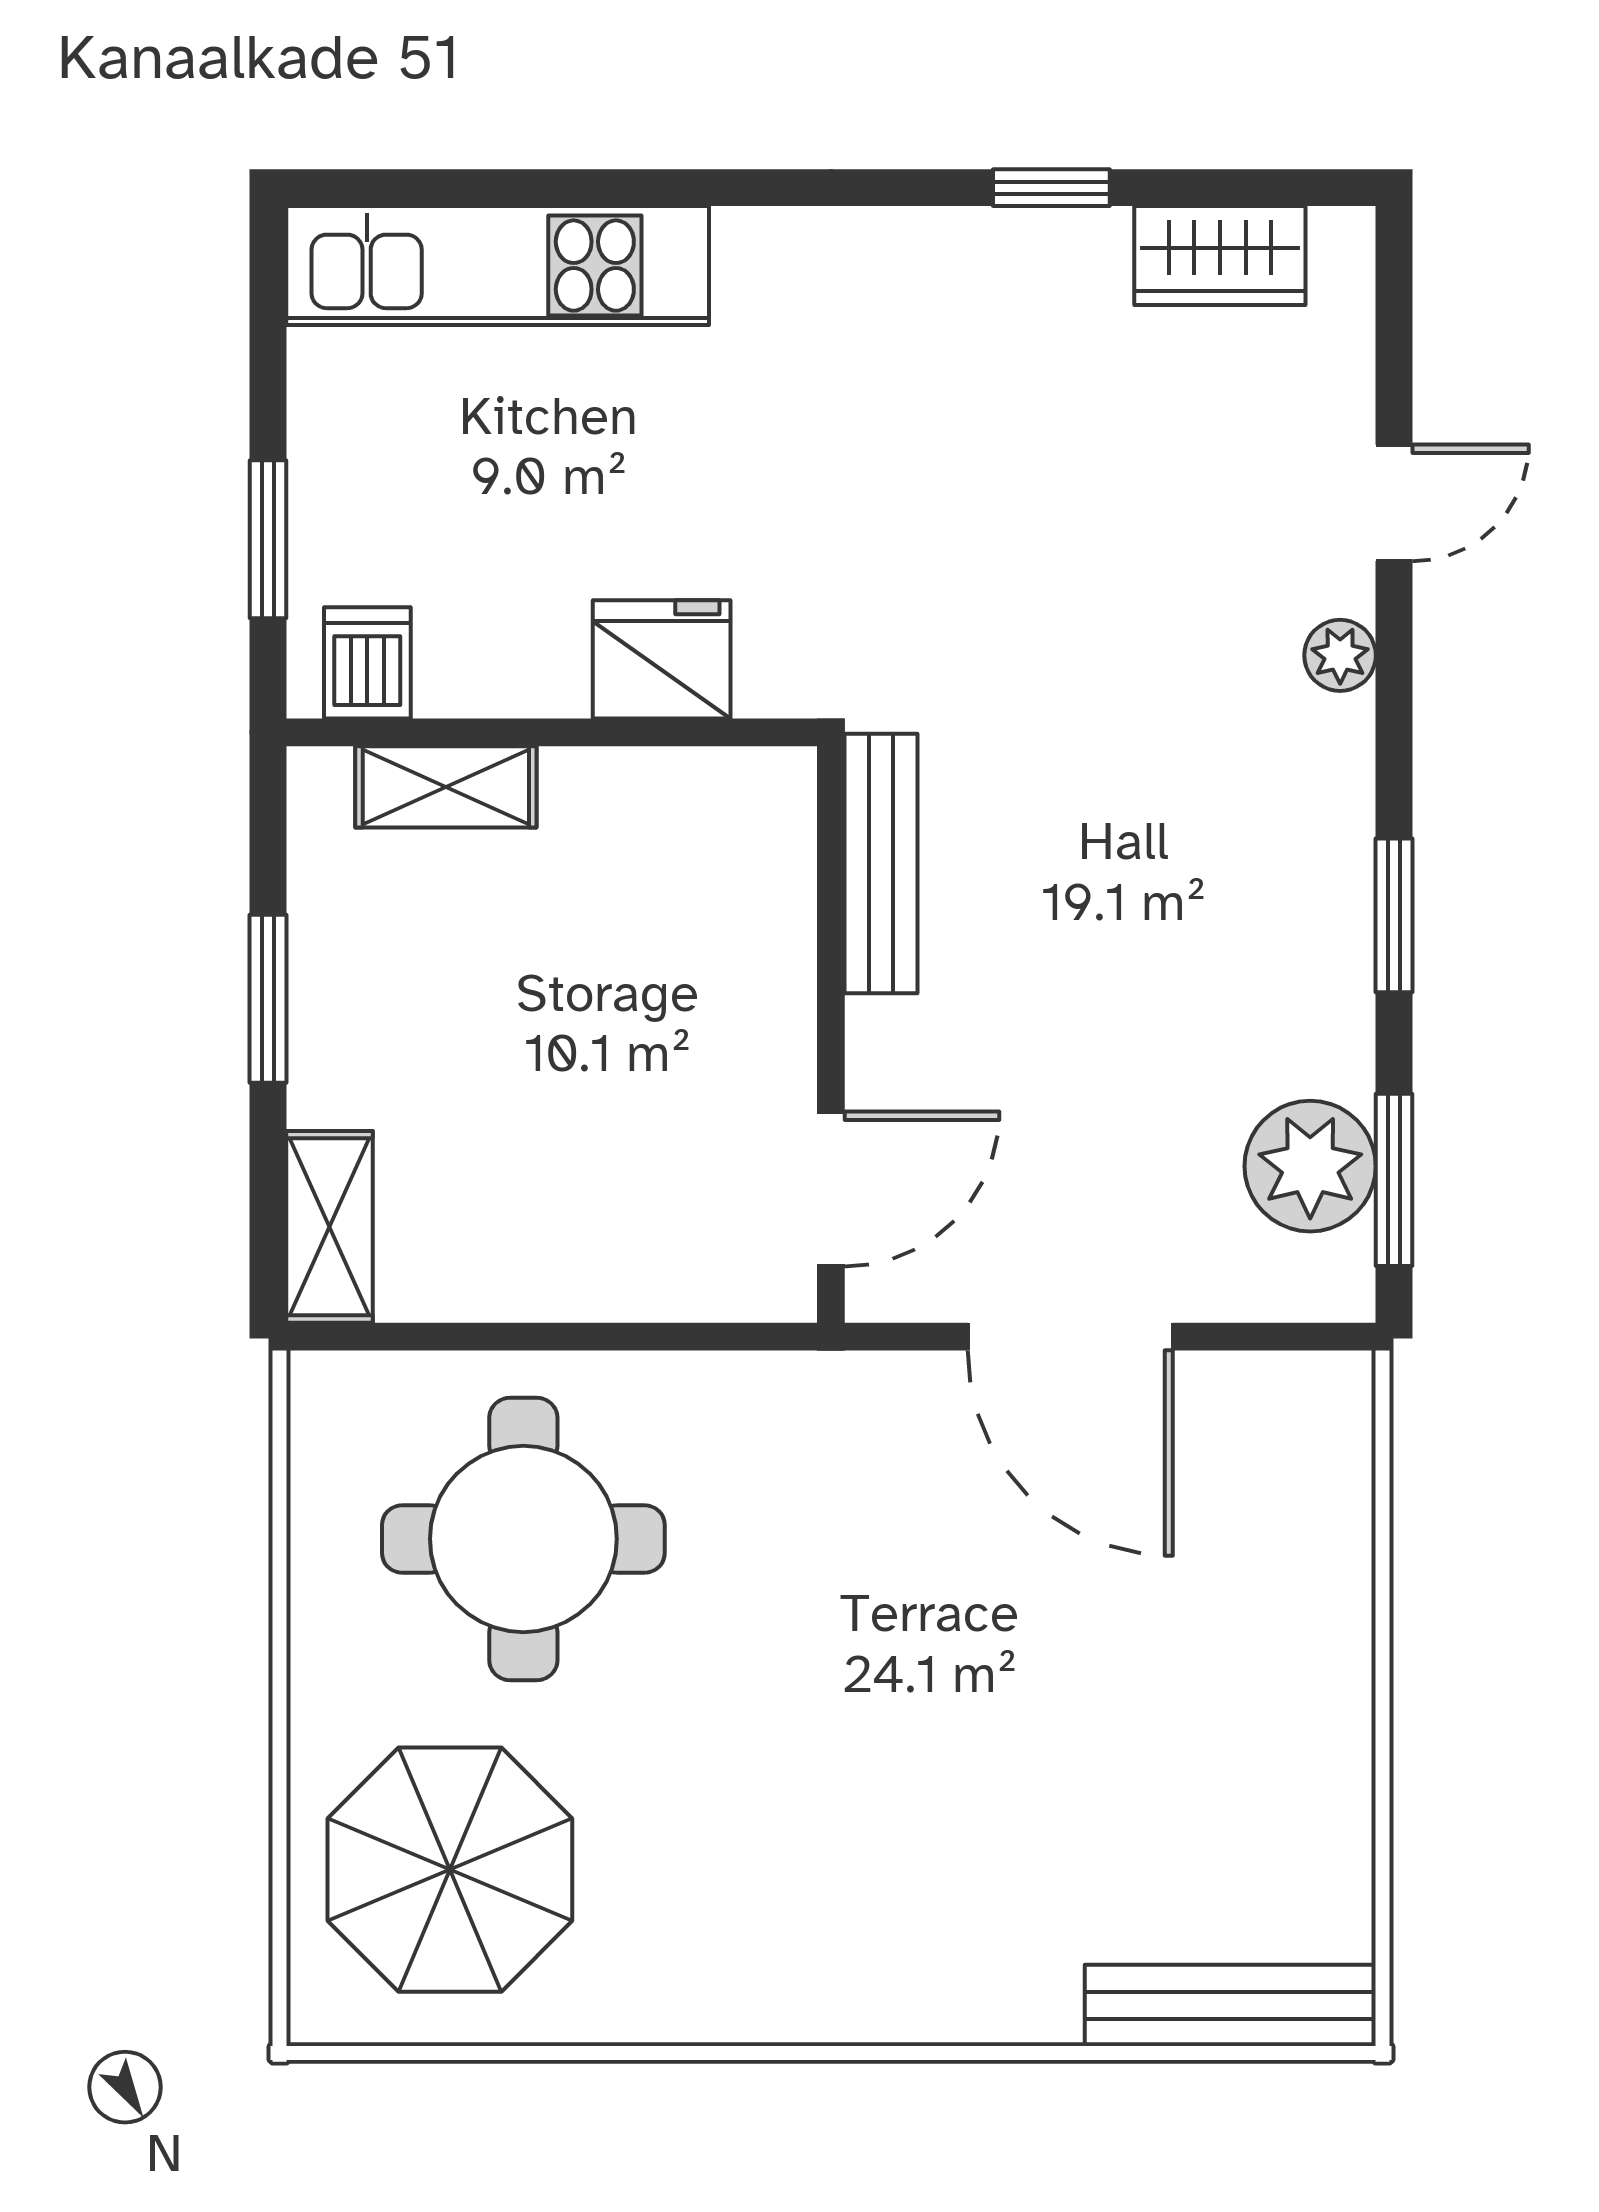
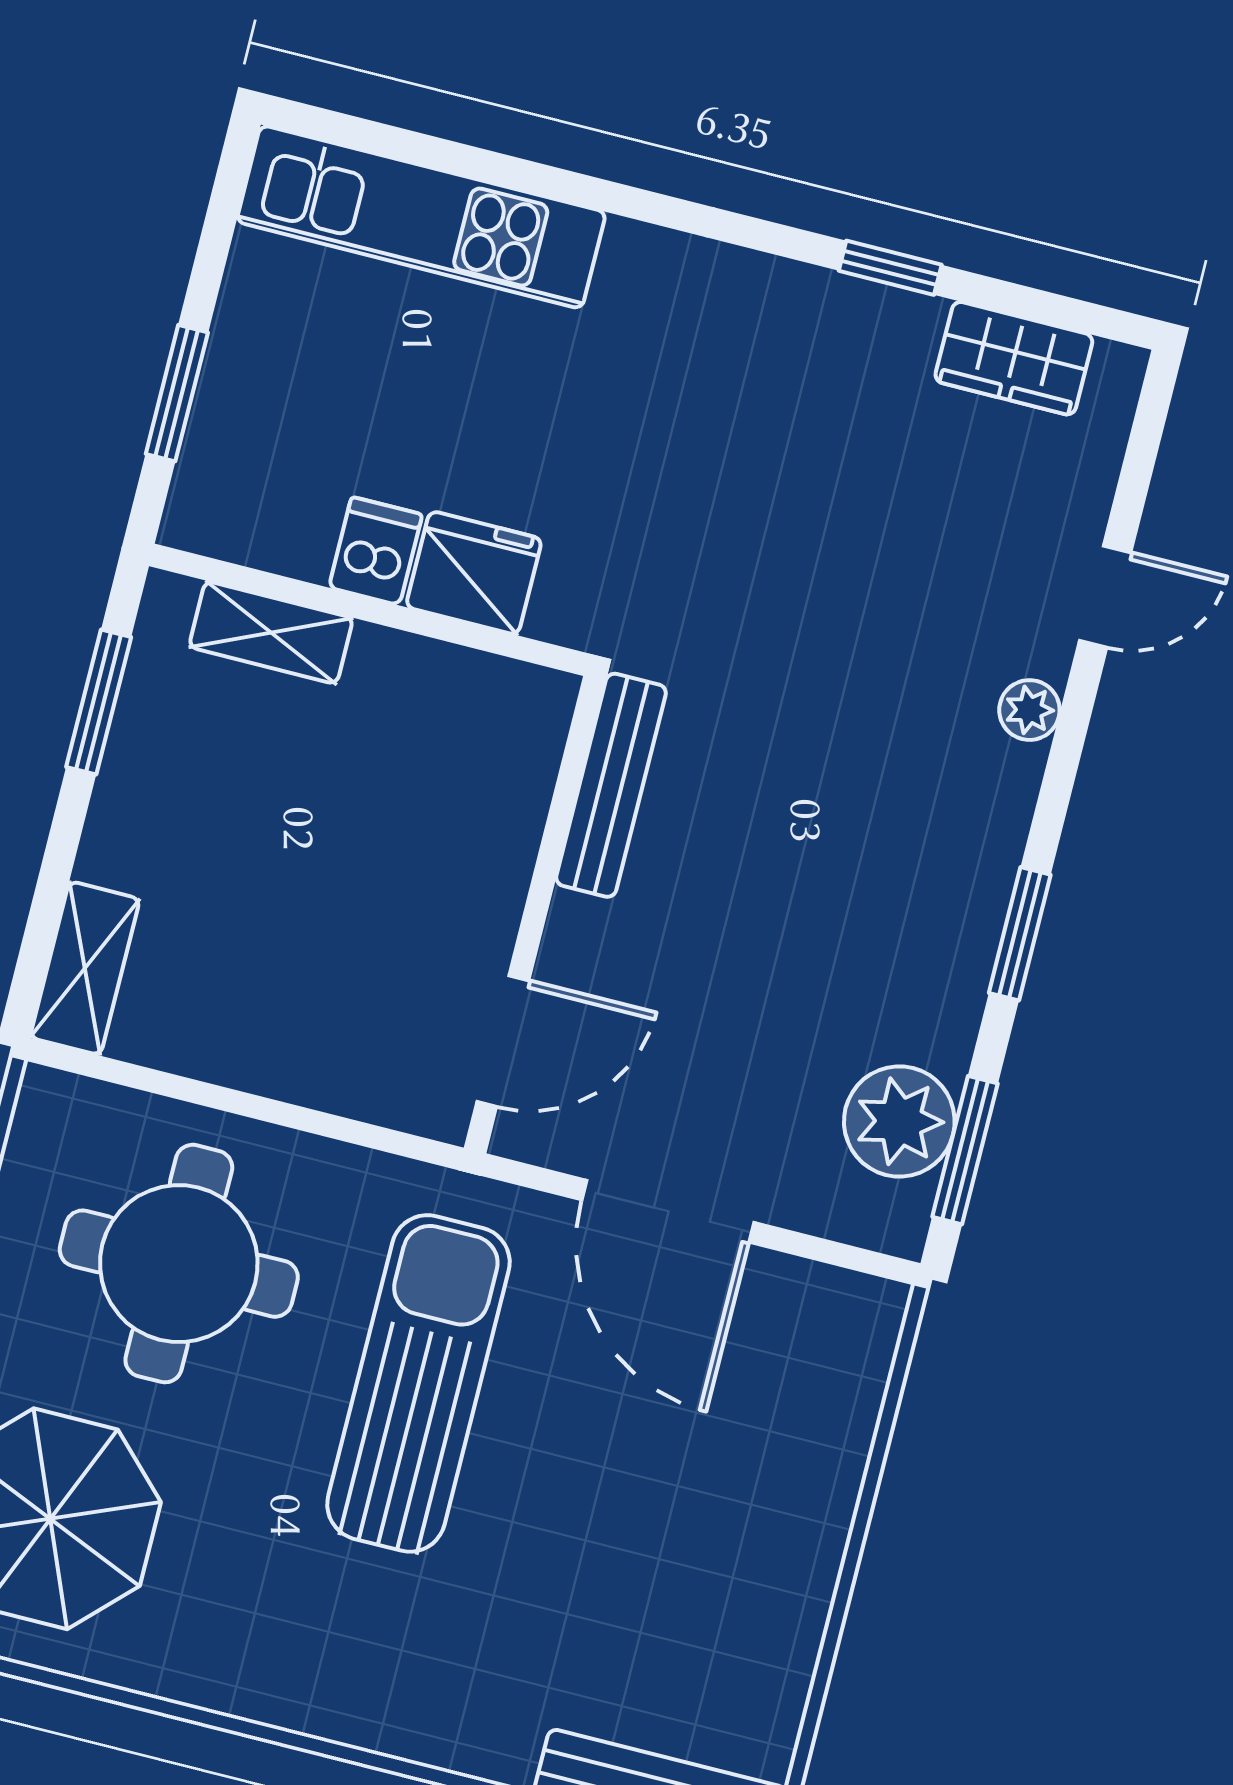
dishwasher: (367, 663) -> (375, 551), moved
window: (268, 999) -> (99, 702), moved
sun lounger: (834, 1607) -> (418, 1383), added

